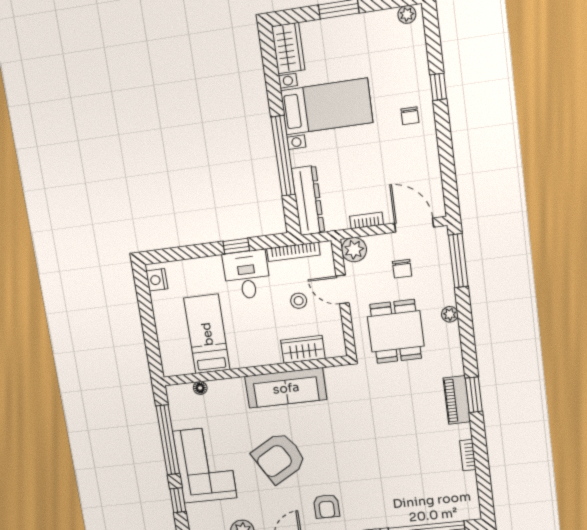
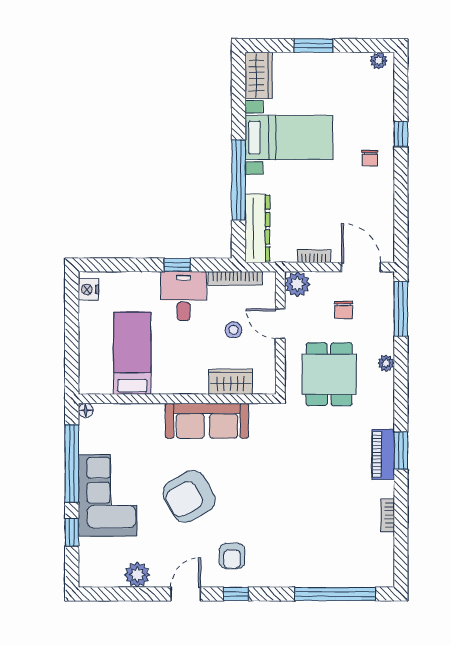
floor lamp: (200, 388) -> (86, 410), moved

